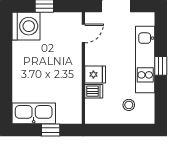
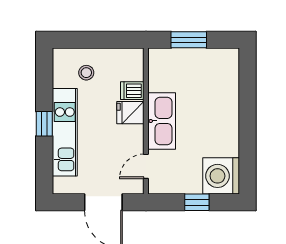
kitchen sink: (34, 113) -> (162, 121), moved, turned -90
window: (51, 130) -> (189, 40), width x1.50

